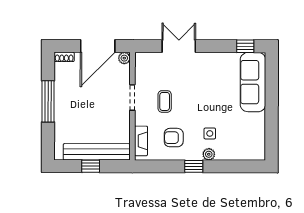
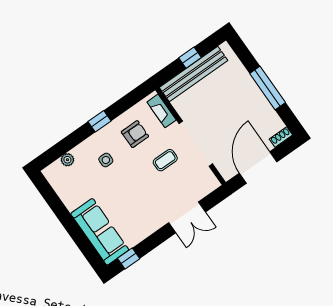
plant: (124, 58) -> (227, 173), removed
doorway: (132, 97) -> (196, 144), width x1.88
coffee table: (165, 101) -> (165, 160), turned 90
plant: (209, 154) -> (67, 160), moved

